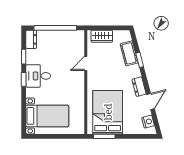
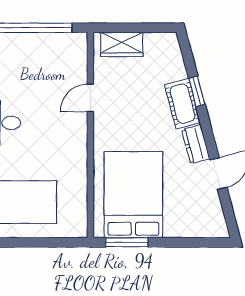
cot: (129, 53) -> (182, 104), moved
nightstand: (148, 122) -> (214, 213), removed

